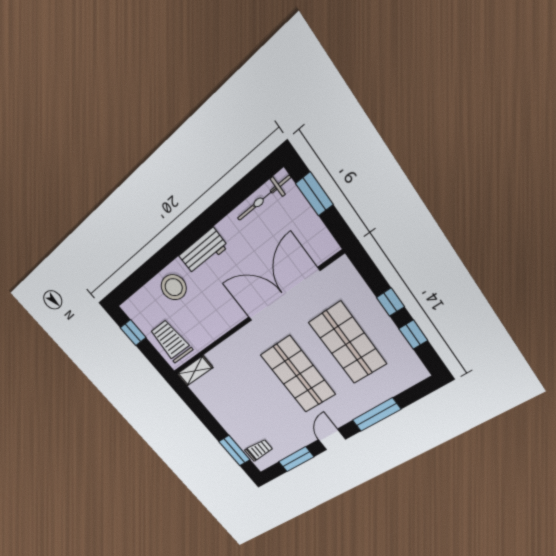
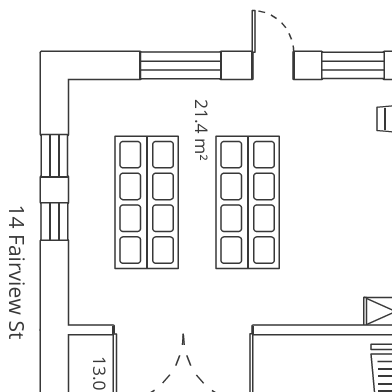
door: (332, 439) -> (273, 65), swing flipped

